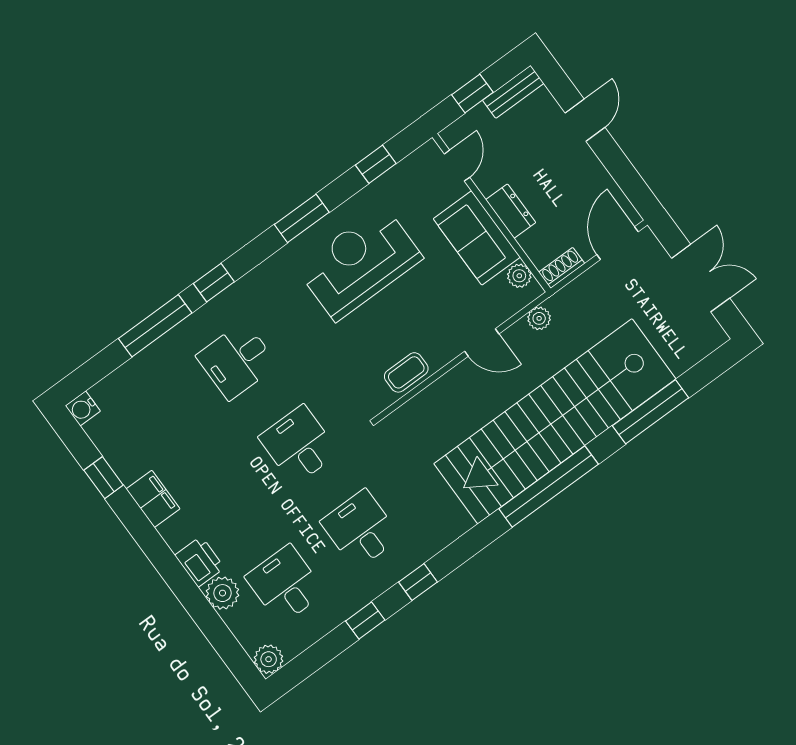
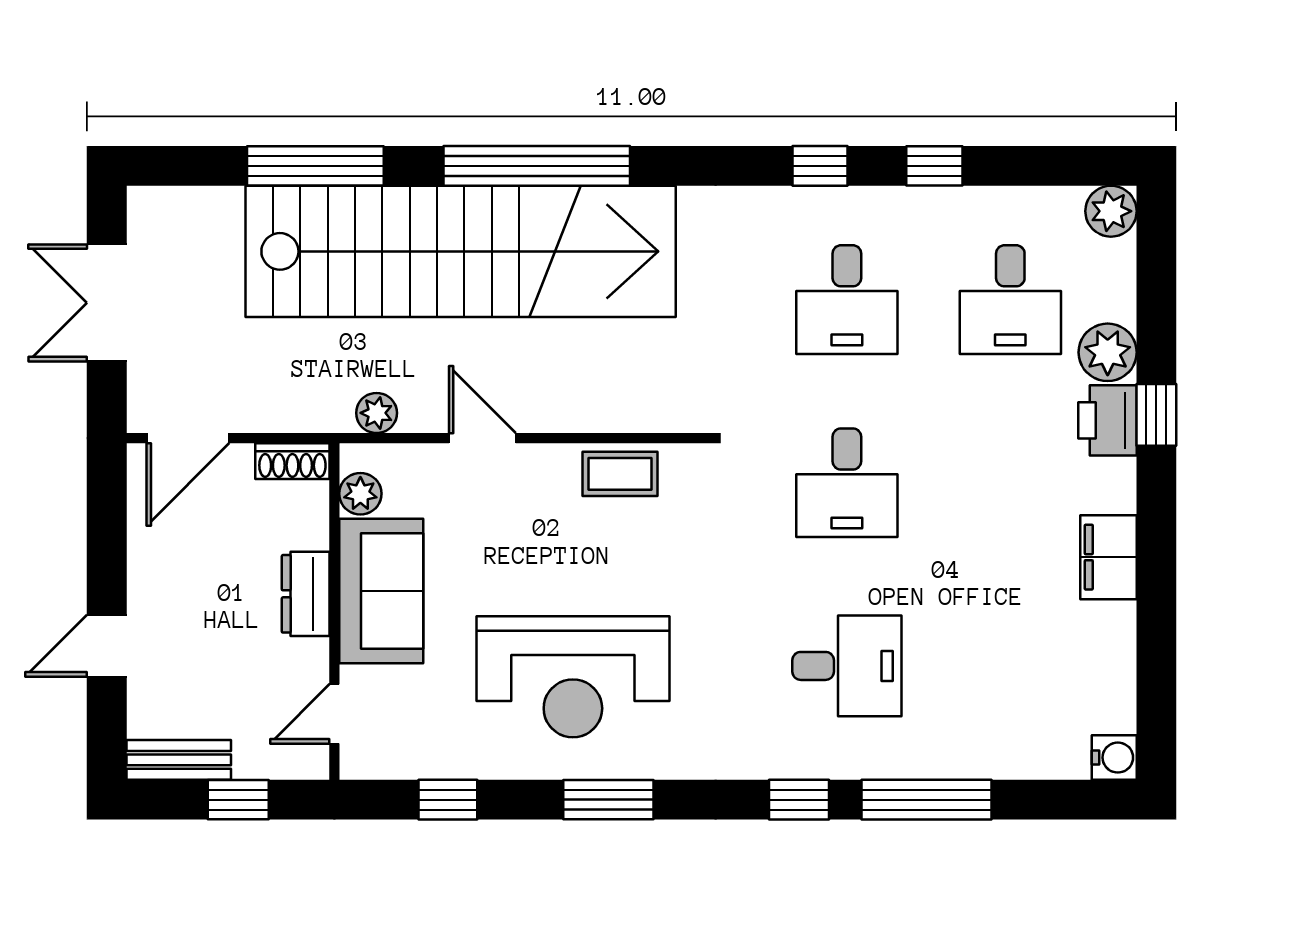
window: (104, 478) -> (1156, 415), moved

